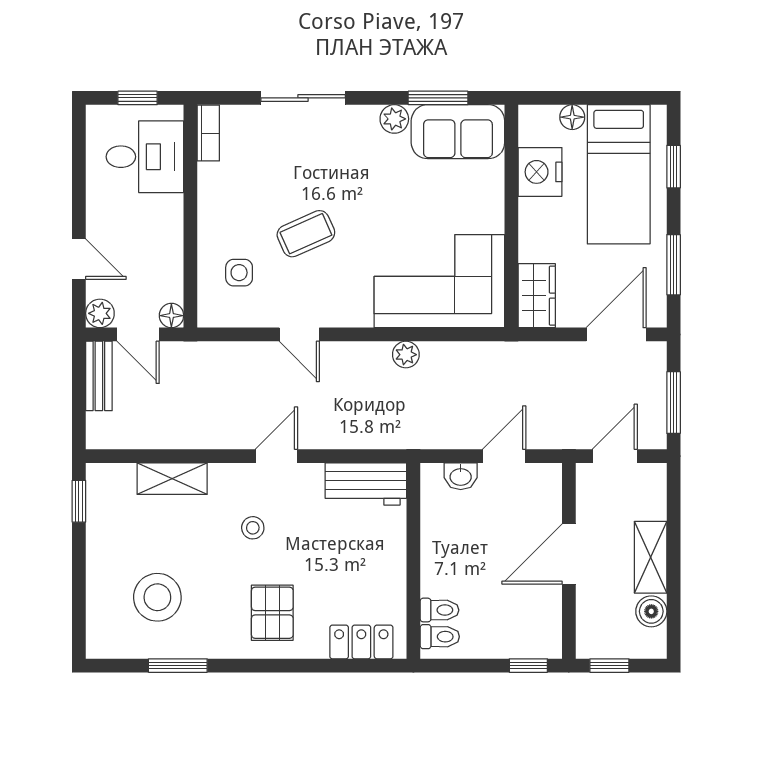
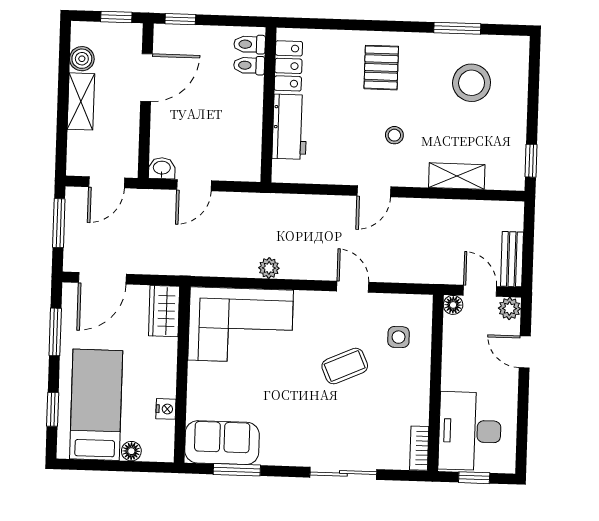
plant: (394, 119) -> (272, 454), removed
desk: (145, 157) -> (470, 431), width x1.37
nightstand: (540, 172) -> (166, 409), width x0.53, depth x0.56
washbasin: (461, 476) -> (162, 168), moved
workbench: (366, 484) -> (290, 127), moved, turned 90
door: (569, 554) -> (146, 77), moved
locker: (361, 642) -> (288, 66), moved, turned -90

